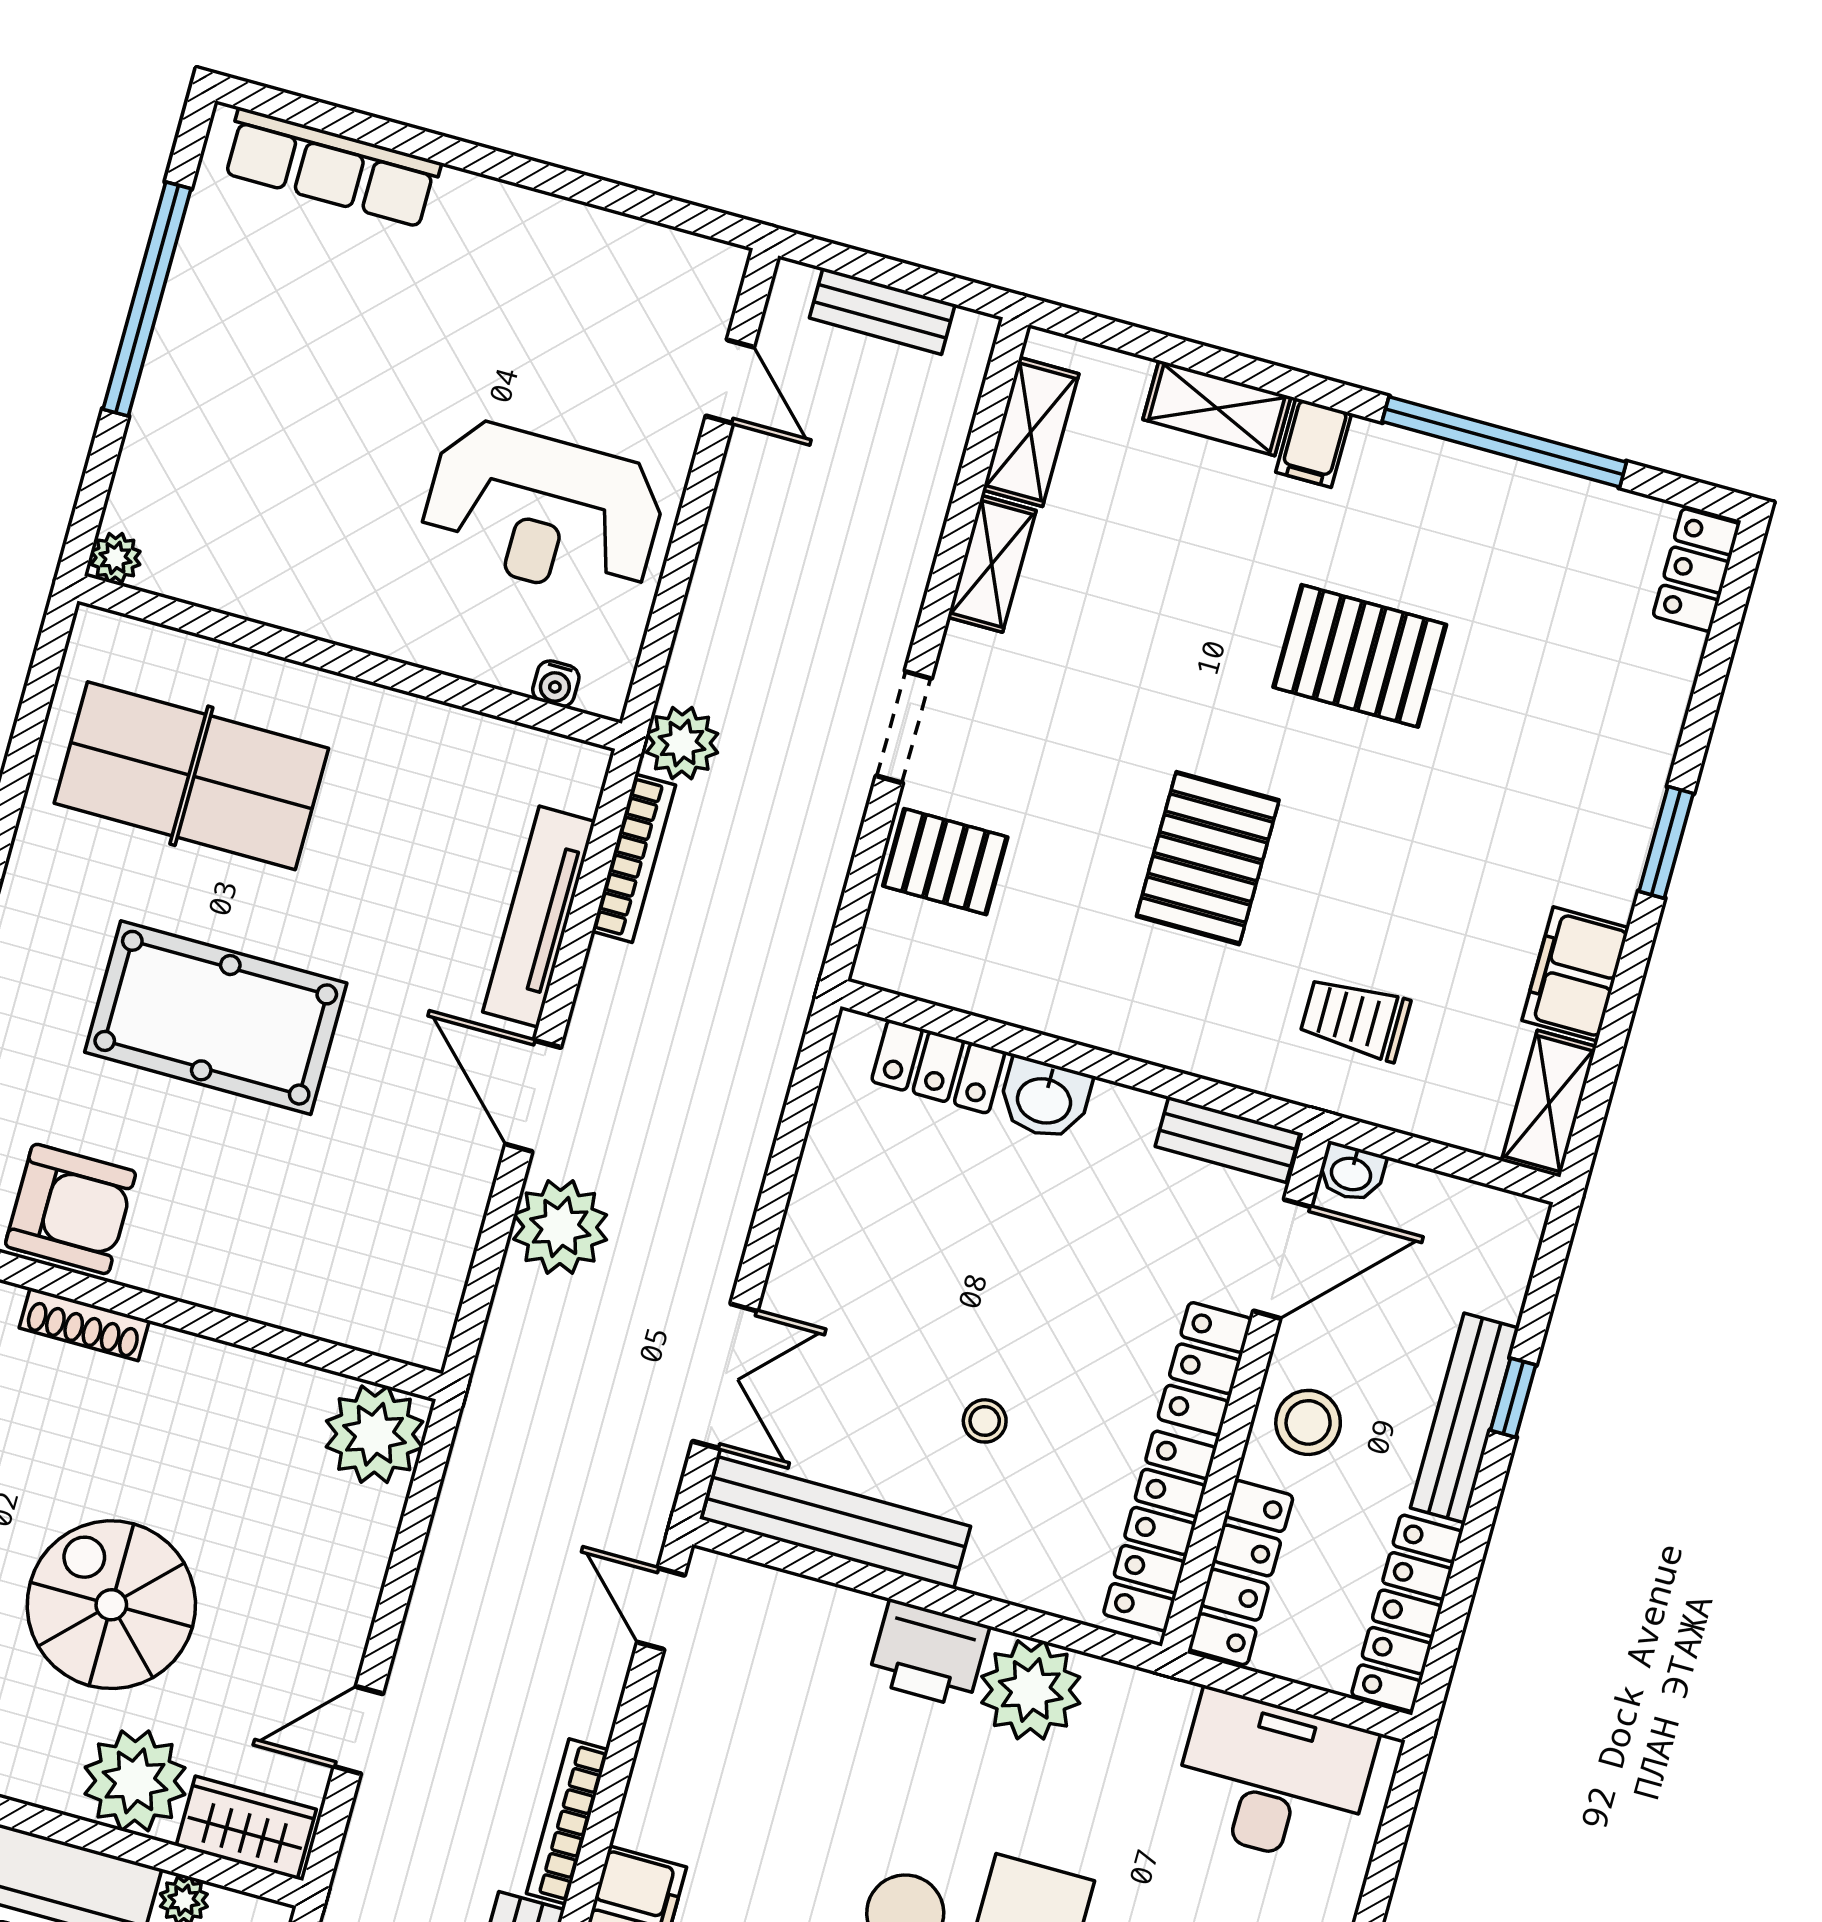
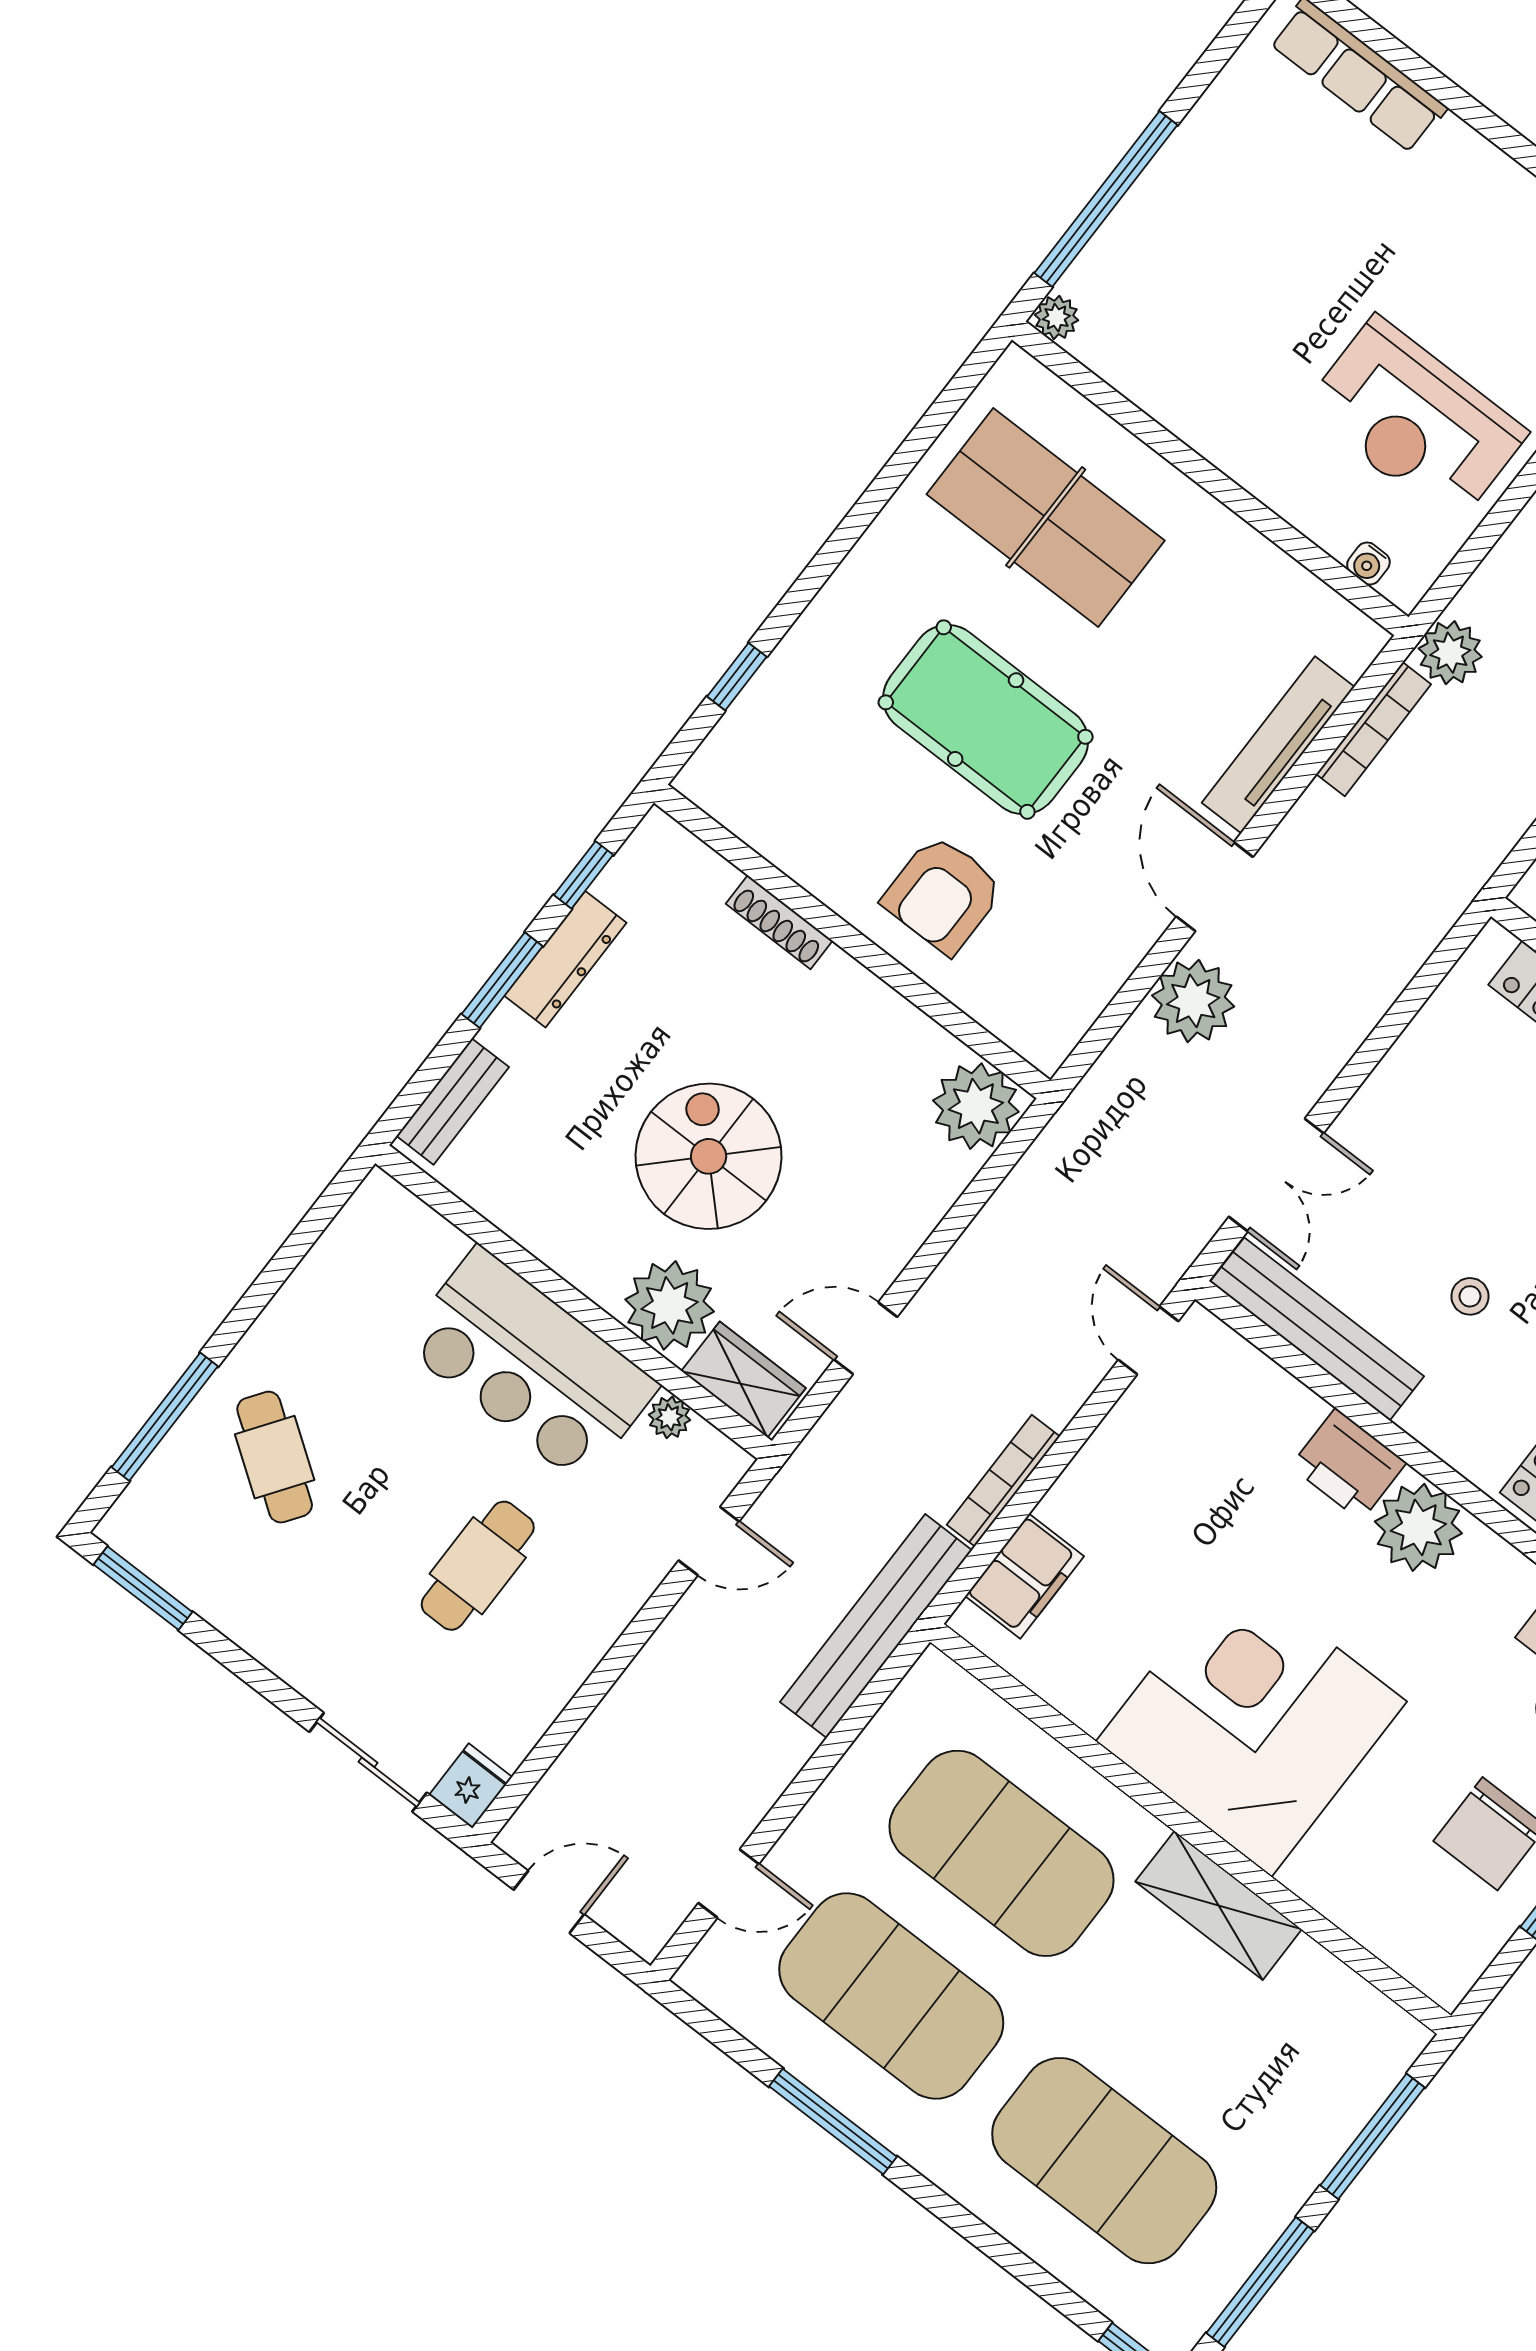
window: (147, 299) -> (1106, 199), moved
armchair: (71, 1209) -> (943, 894), moved, turned 90

